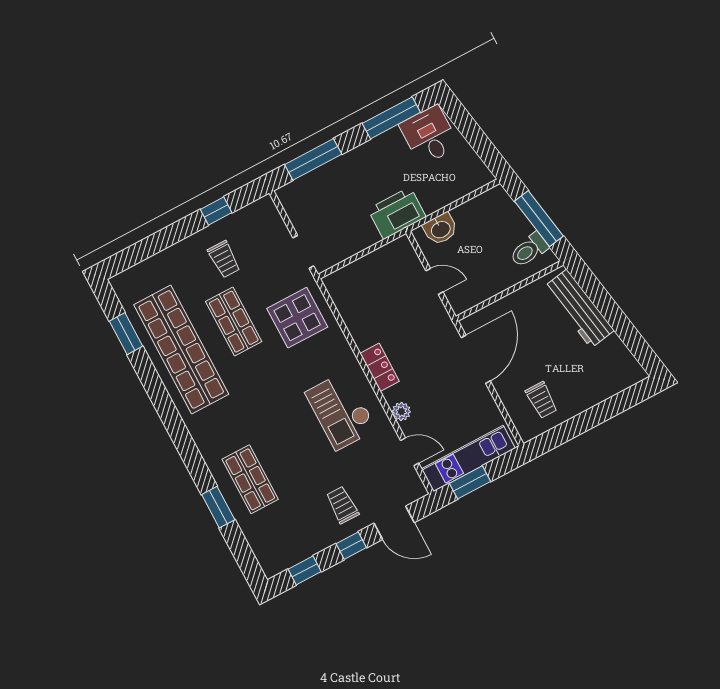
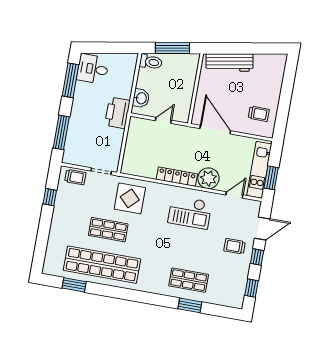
toilet: (529, 250) -> (151, 62), moved, turned -80
trolley: (224, 259) -> (75, 177), moved
locker: (380, 367) -> (177, 177), width x1.53
plant: (401, 412) -> (208, 178), width x1.87, depth x1.87

